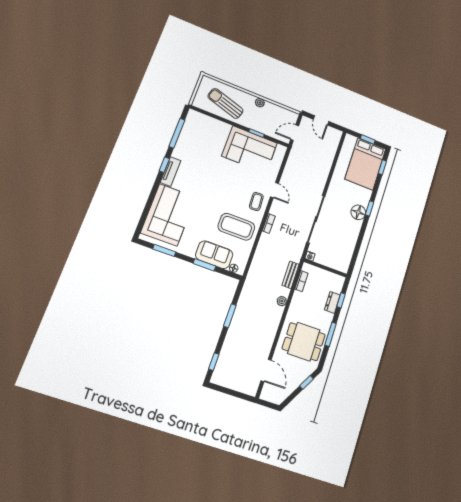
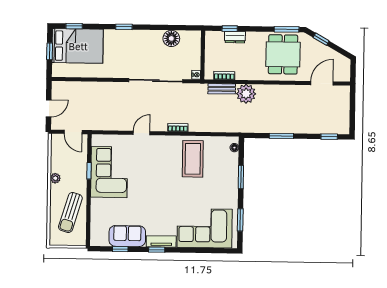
window: (177, 133) -> (120, 249), width x0.46
coffee table: (256, 202) -> (160, 147), removed
floor lamp: (358, 212) -> (171, 38), moved
sofa: (214, 255) -> (127, 236), moved, turned 90
plant: (282, 301) -> (246, 94), width x1.87, depth x1.87
window: (331, 334) -> (287, 29), moved

